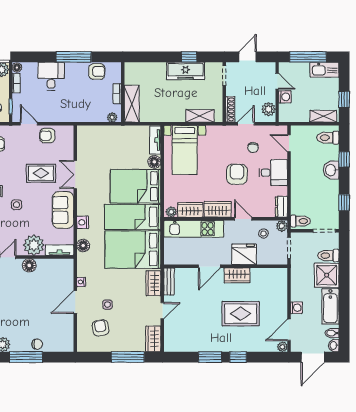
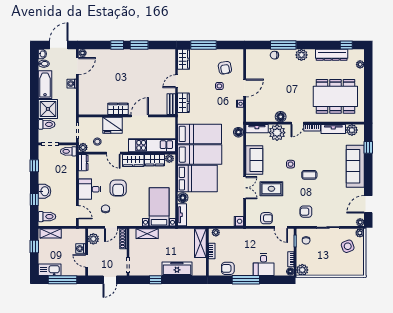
freezer: (186, 71) -> (177, 269), moved
nightstand: (83, 222) -> (239, 221), moved
bed: (133, 250) -> (200, 134), width x0.67
rug: (241, 314) -> (115, 79), removed

